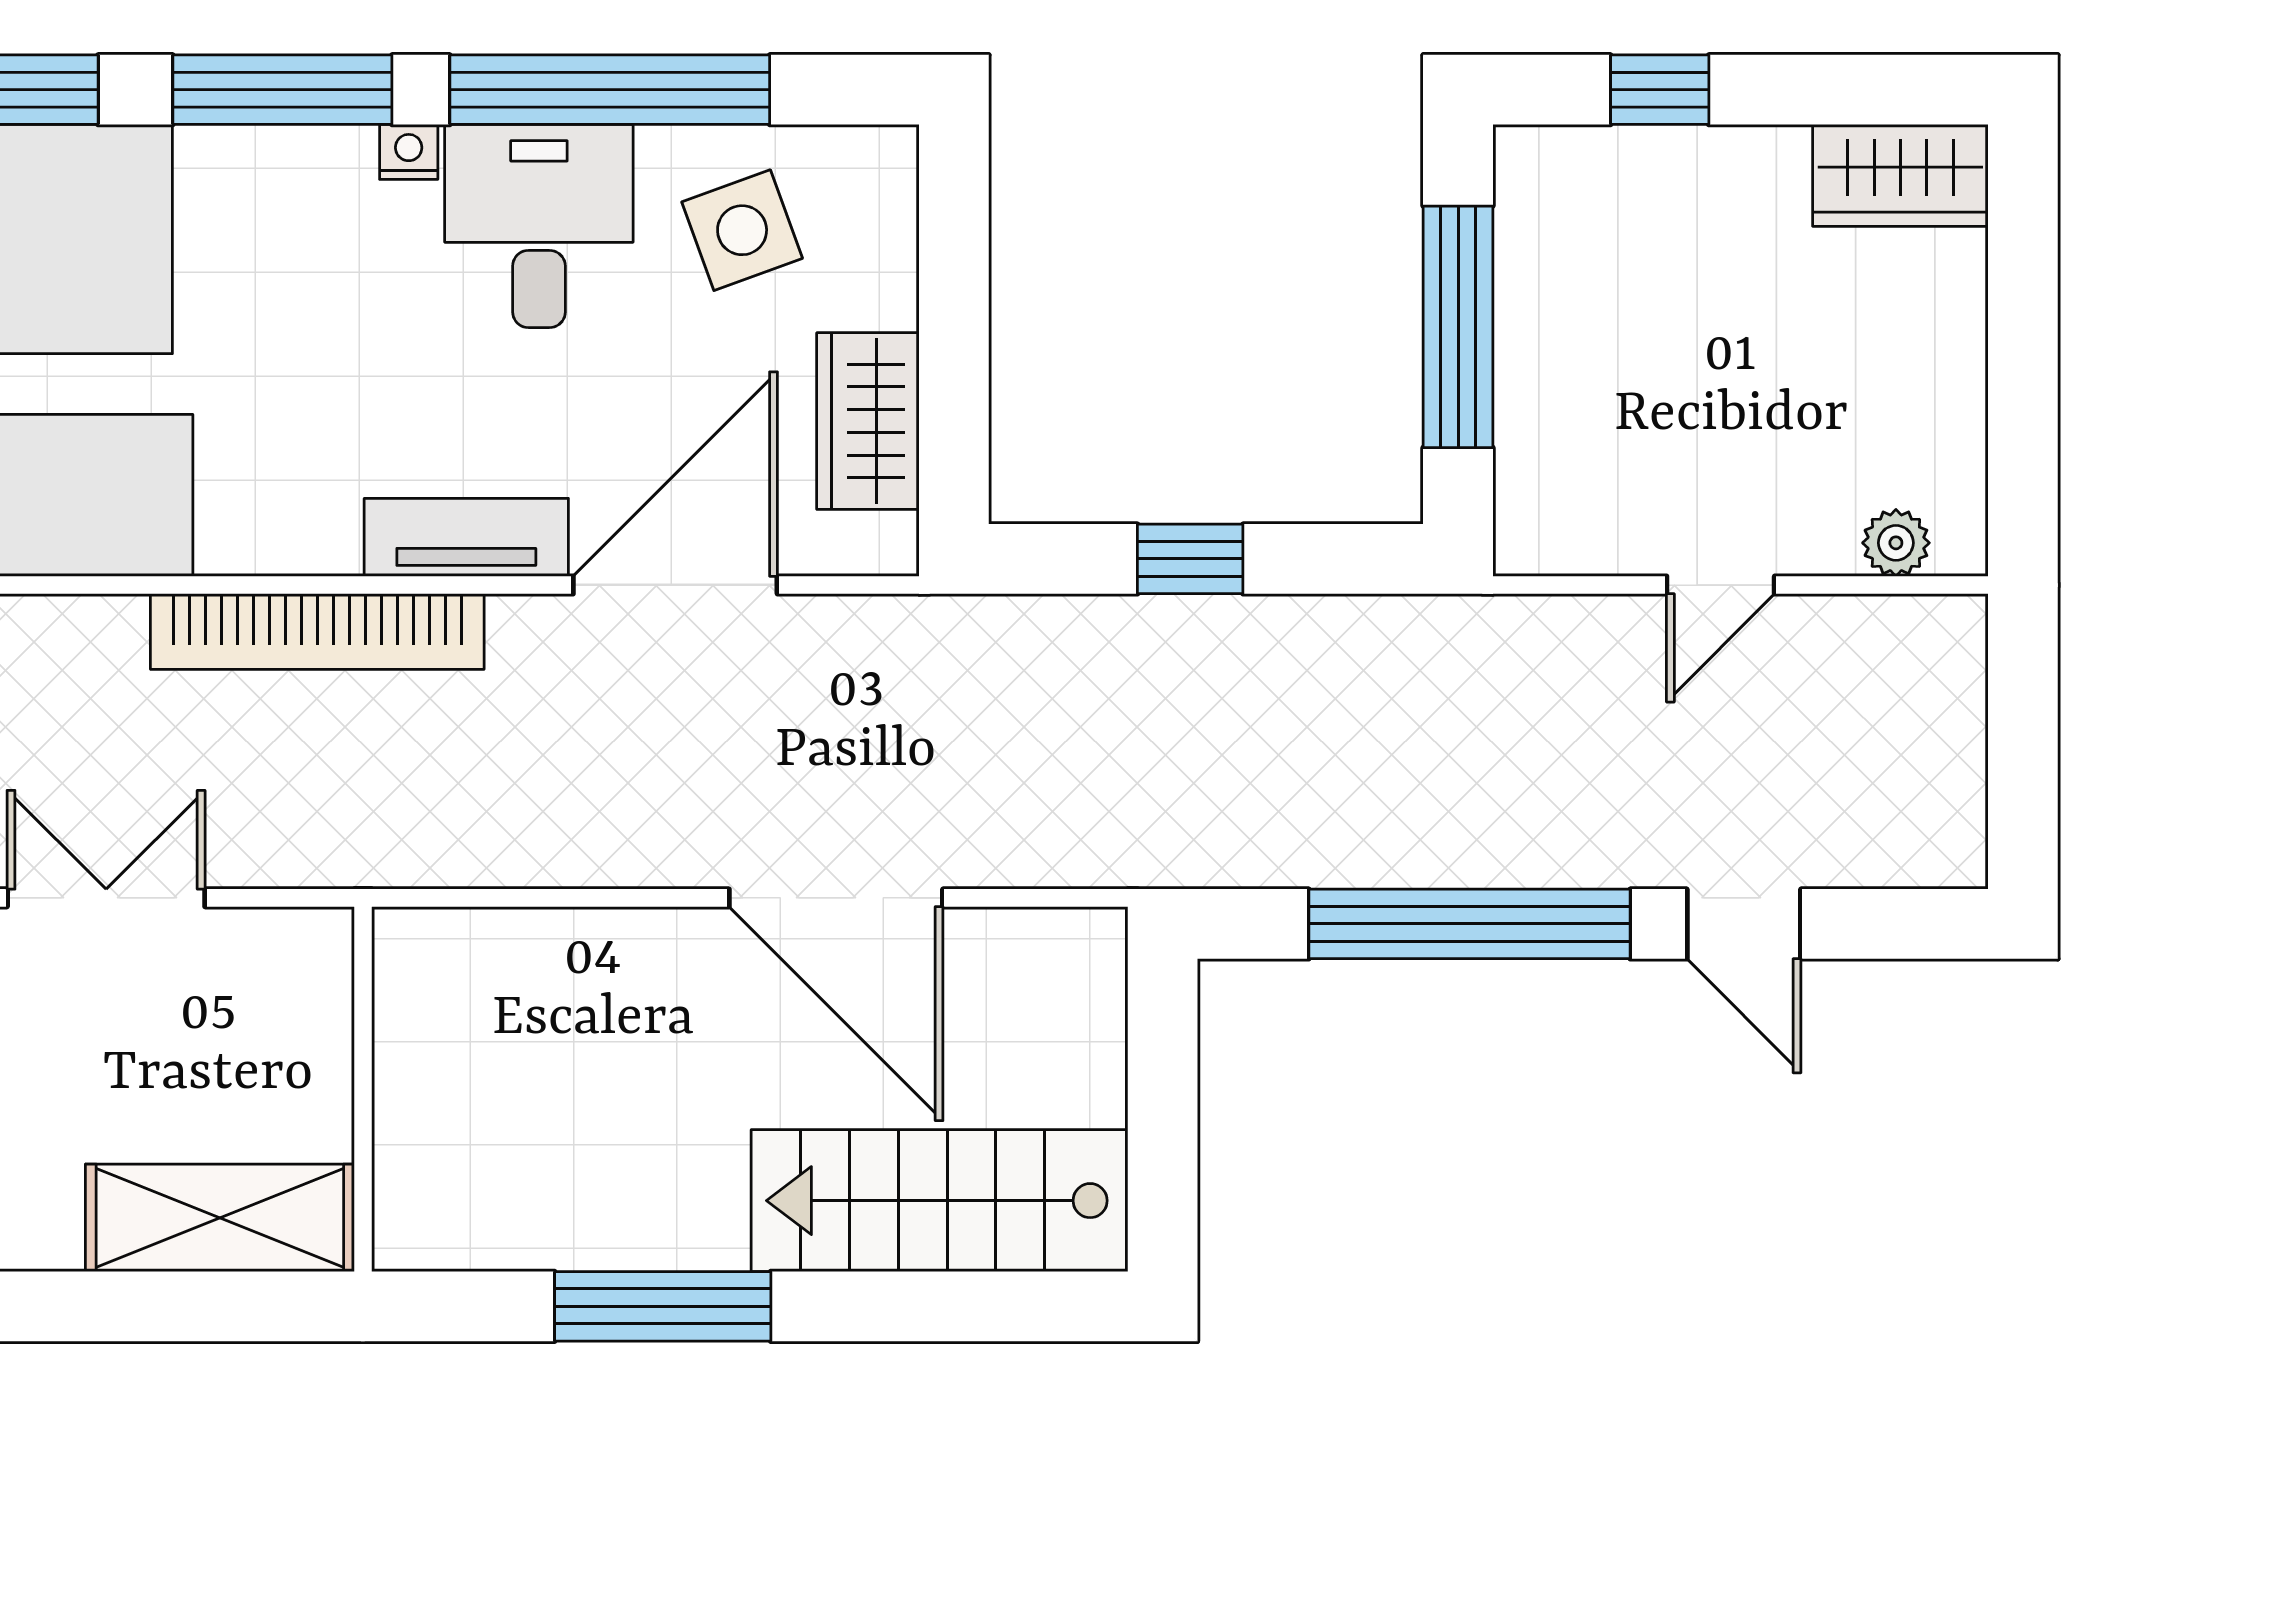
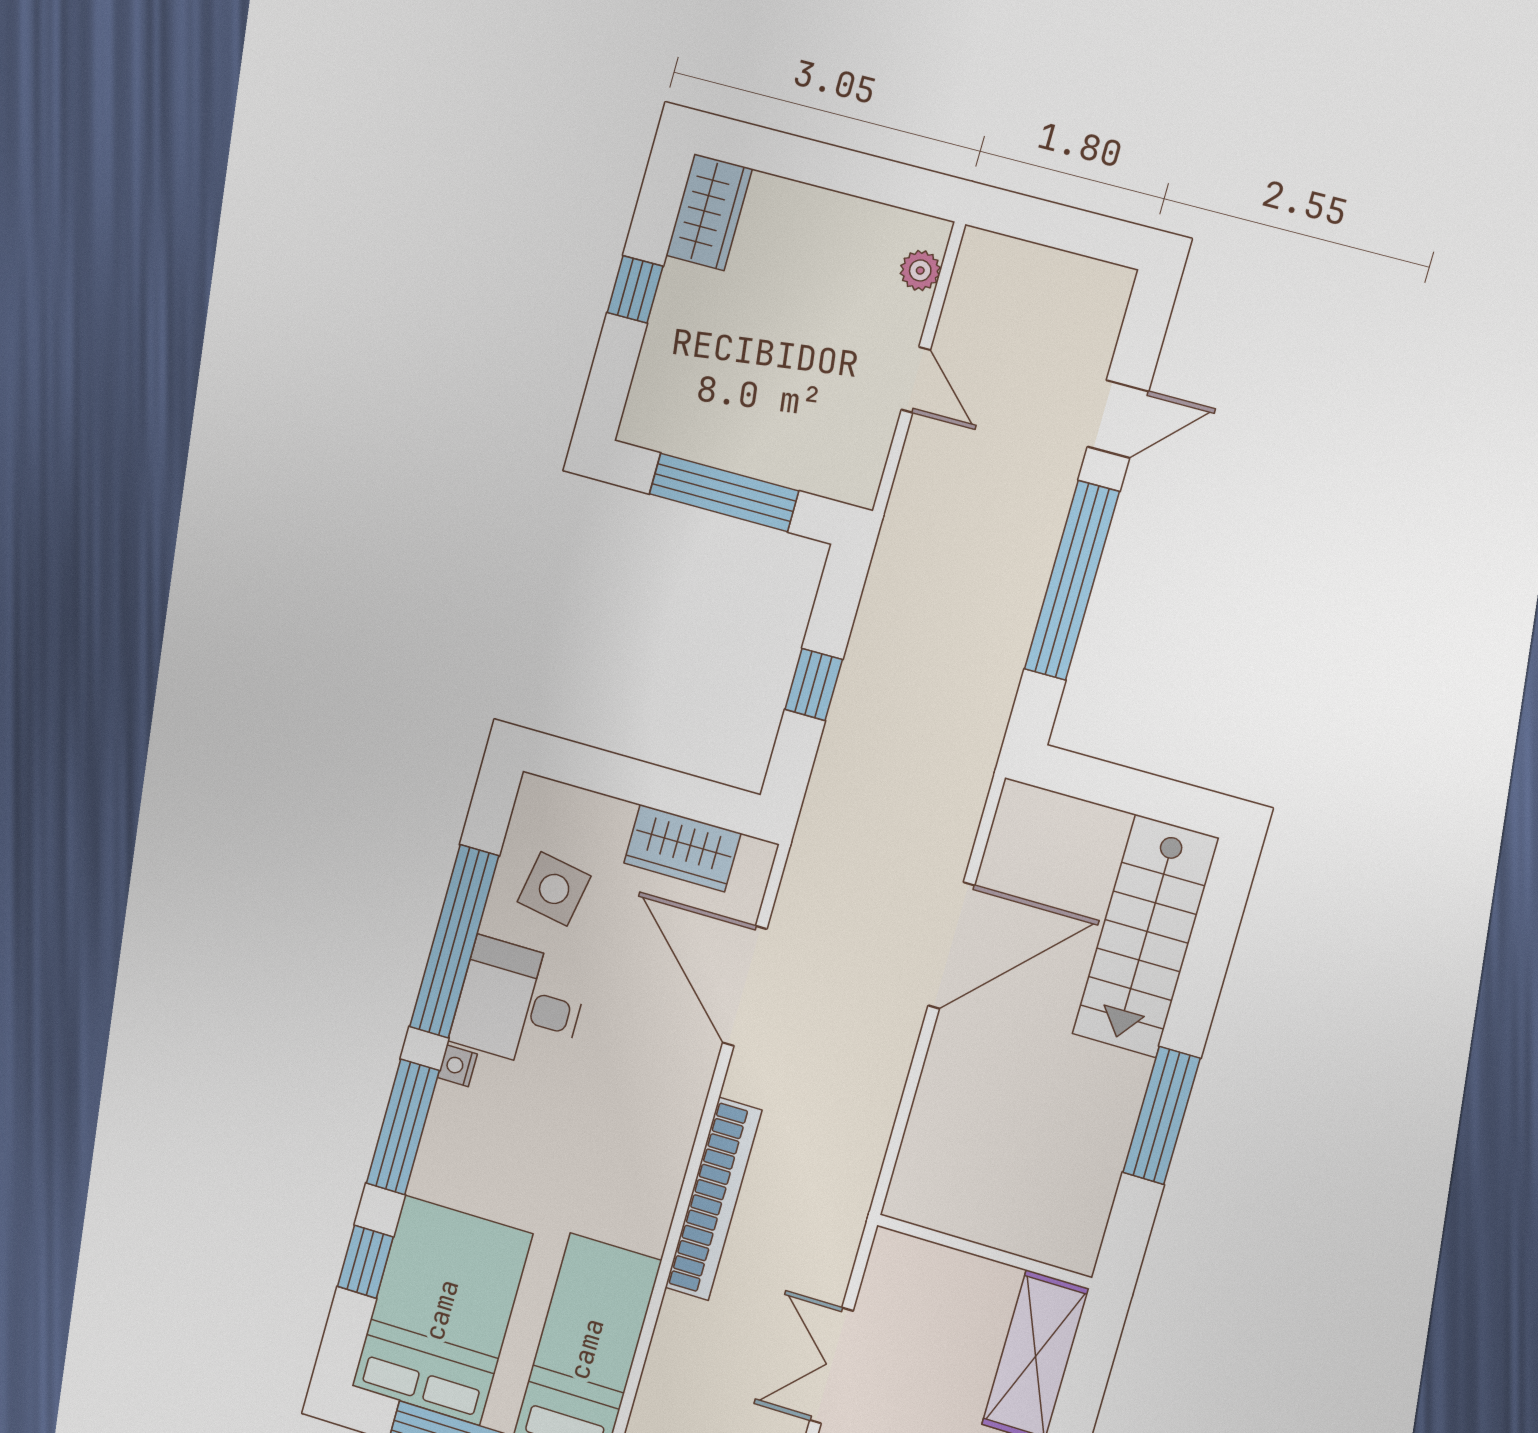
window: (1660, 90) -> (635, 289), moved
side table: (742, 230) -> (554, 889), turned 30
tv unit: (466, 537) -> (684, 1098), removed

